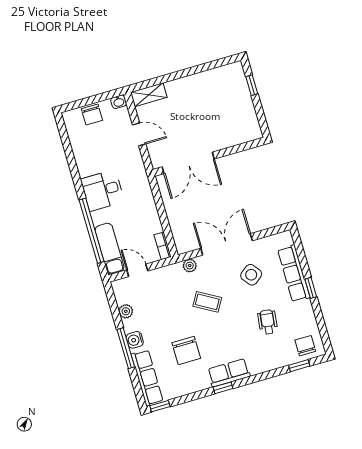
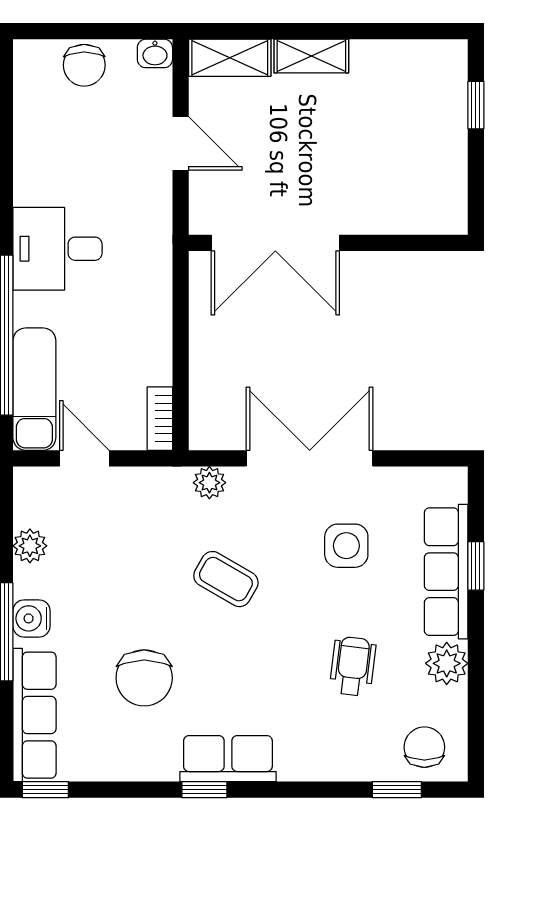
shelving: (181, 85) -> (311, 56), added
side table: (251, 275) -> (346, 546), turned 38
window: (311, 288) -> (476, 566), moved
plant: (305, 310) -> (447, 663), added

